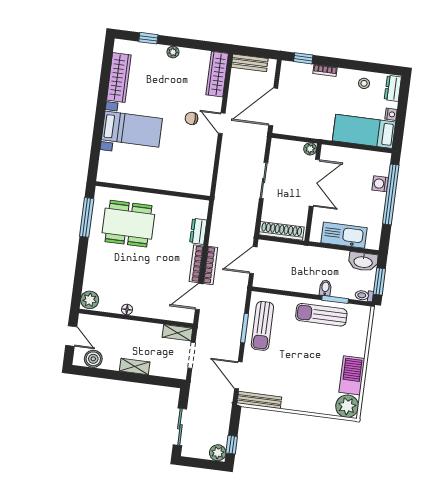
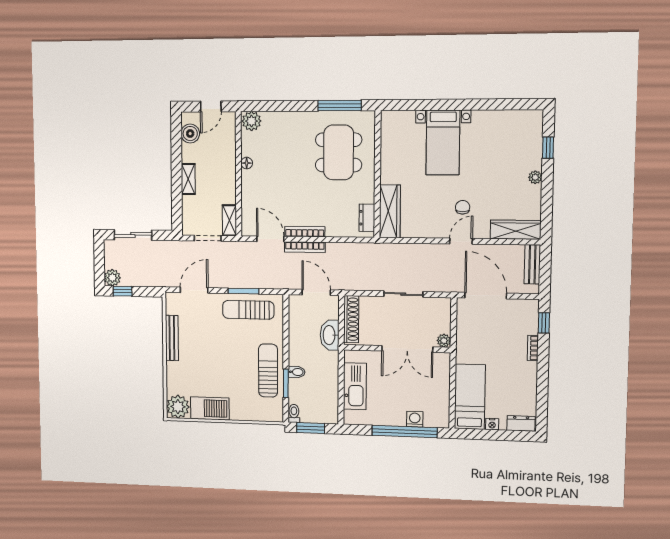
wardrobe: (119, 77) -> (390, 211), moved, turned -90
stool: (364, 83) -> (523, 392), removed
dresser: (198, 231) -> (367, 218), moved, turned -90
washbasin: (363, 262) -> (330, 335), moved
bench: (259, 400) -> (172, 338), moved

